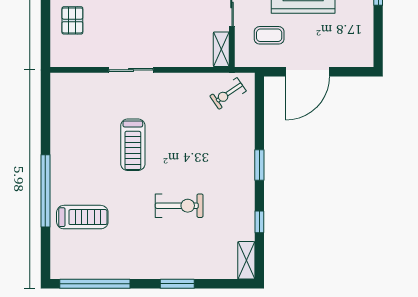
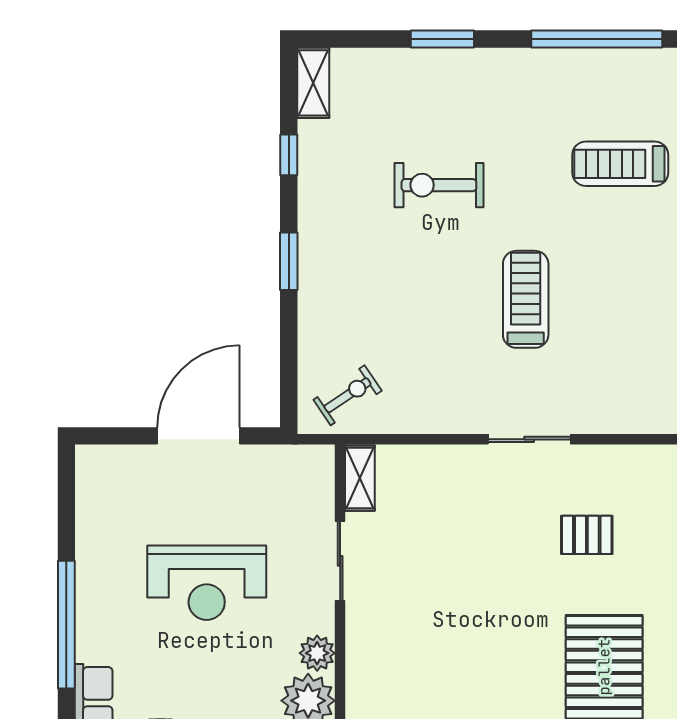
pallet: (72, 20) -> (587, 535), moved, turned 90
coffee table: (269, 35) -> (270, 504), removed

